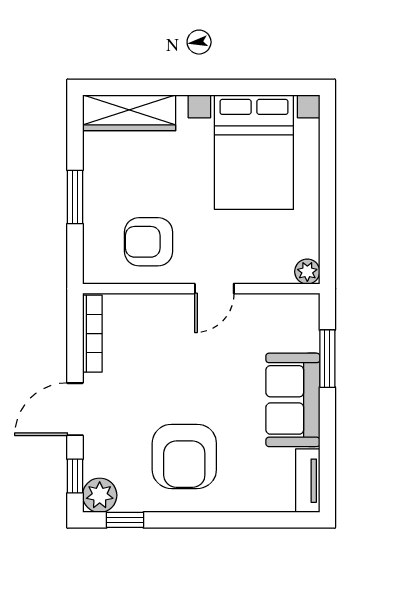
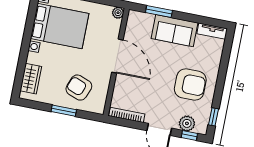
wardrobe: (129, 113) -> (31, 79), width x0.67
armchair: (149, 242) -> (79, 88), moved, turned 111
door: (214, 289) -> (117, 56), width x1.88
plant: (100, 495) -> (187, 123), moved

